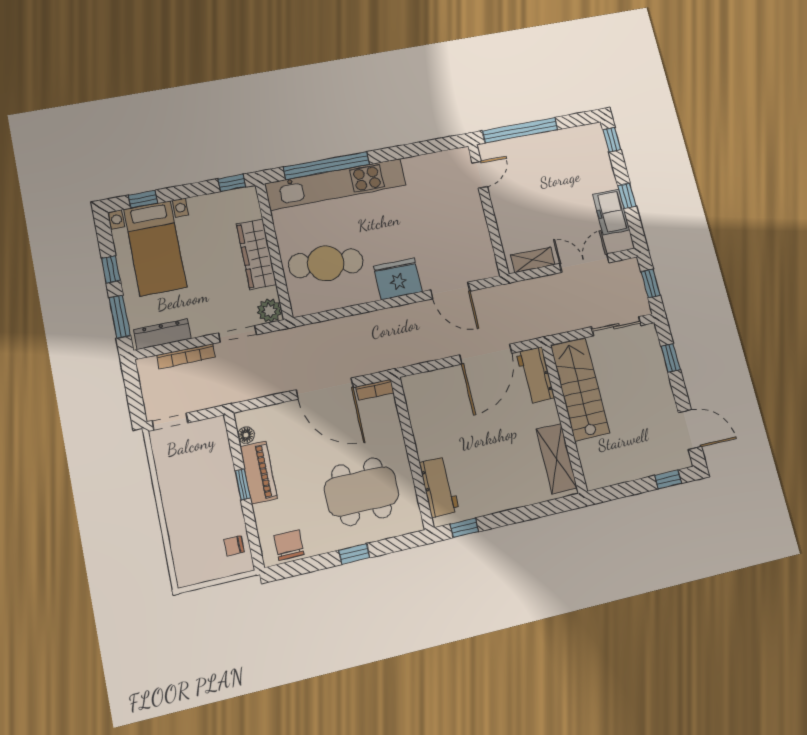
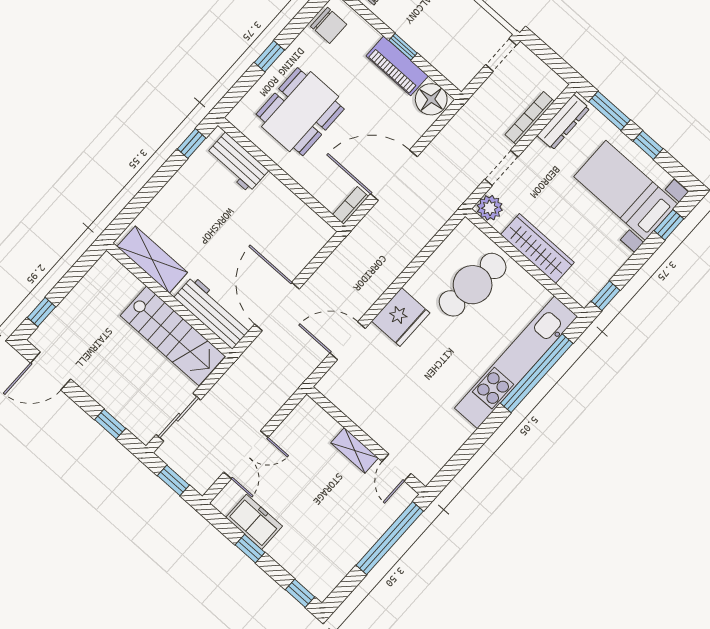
shelving: (533, 260) -> (355, 450), moved, turned 90
workbench: (535, 375) -> (213, 312), width x1.38
floor lamp: (246, 435) -> (431, 99), width x1.89, depth x1.89

